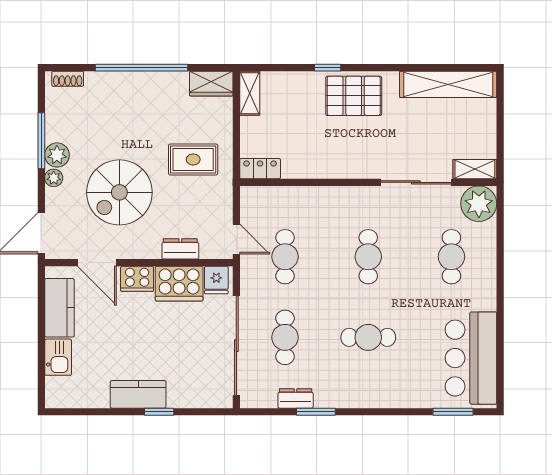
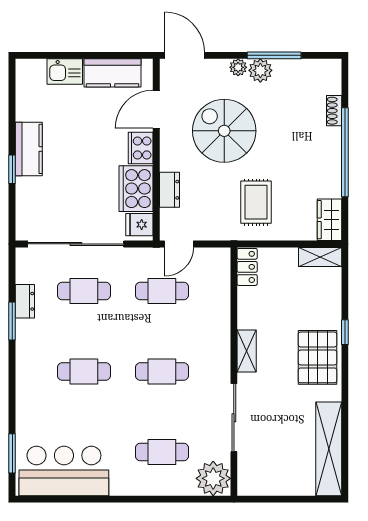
shoe rack: (68, 79) -> (334, 111), moved
shelving: (475, 169) -> (247, 351), moved
cafe table: (368, 337) -> (84, 372), turned 90

